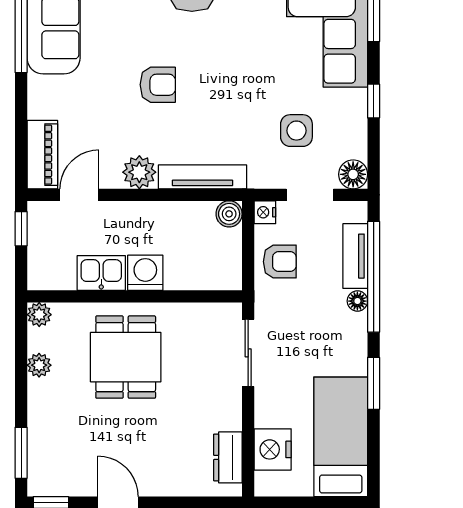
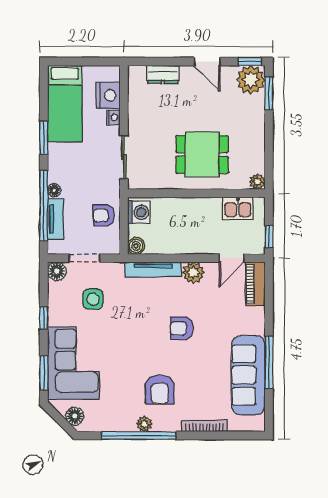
nightstand: (265, 212) -> (113, 117), moved
kitchen sink: (101, 273) -> (238, 208), moved
washing machine: (145, 273) -> (139, 212), moved, turned -90
dining table: (126, 357) -> (202, 154), turned 90
plant: (39, 365) -> (251, 80), moved, width x1.87, depth x1.87
dresser: (228, 457) -> (163, 75), moved, turned 90

